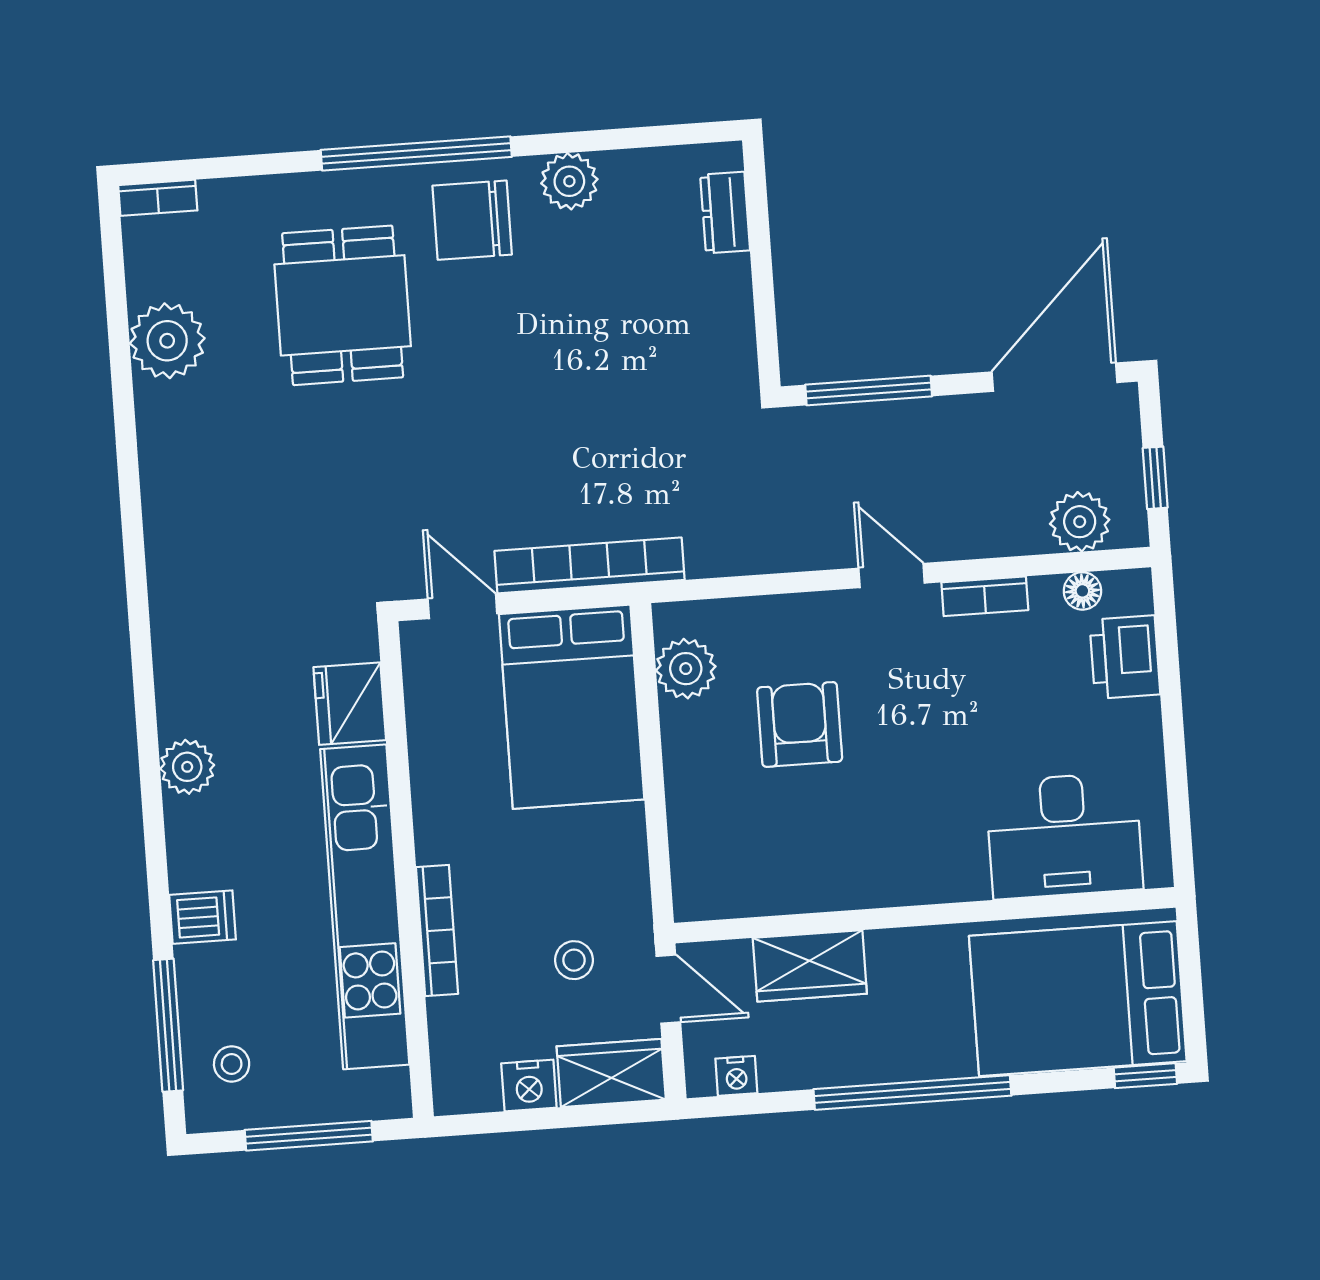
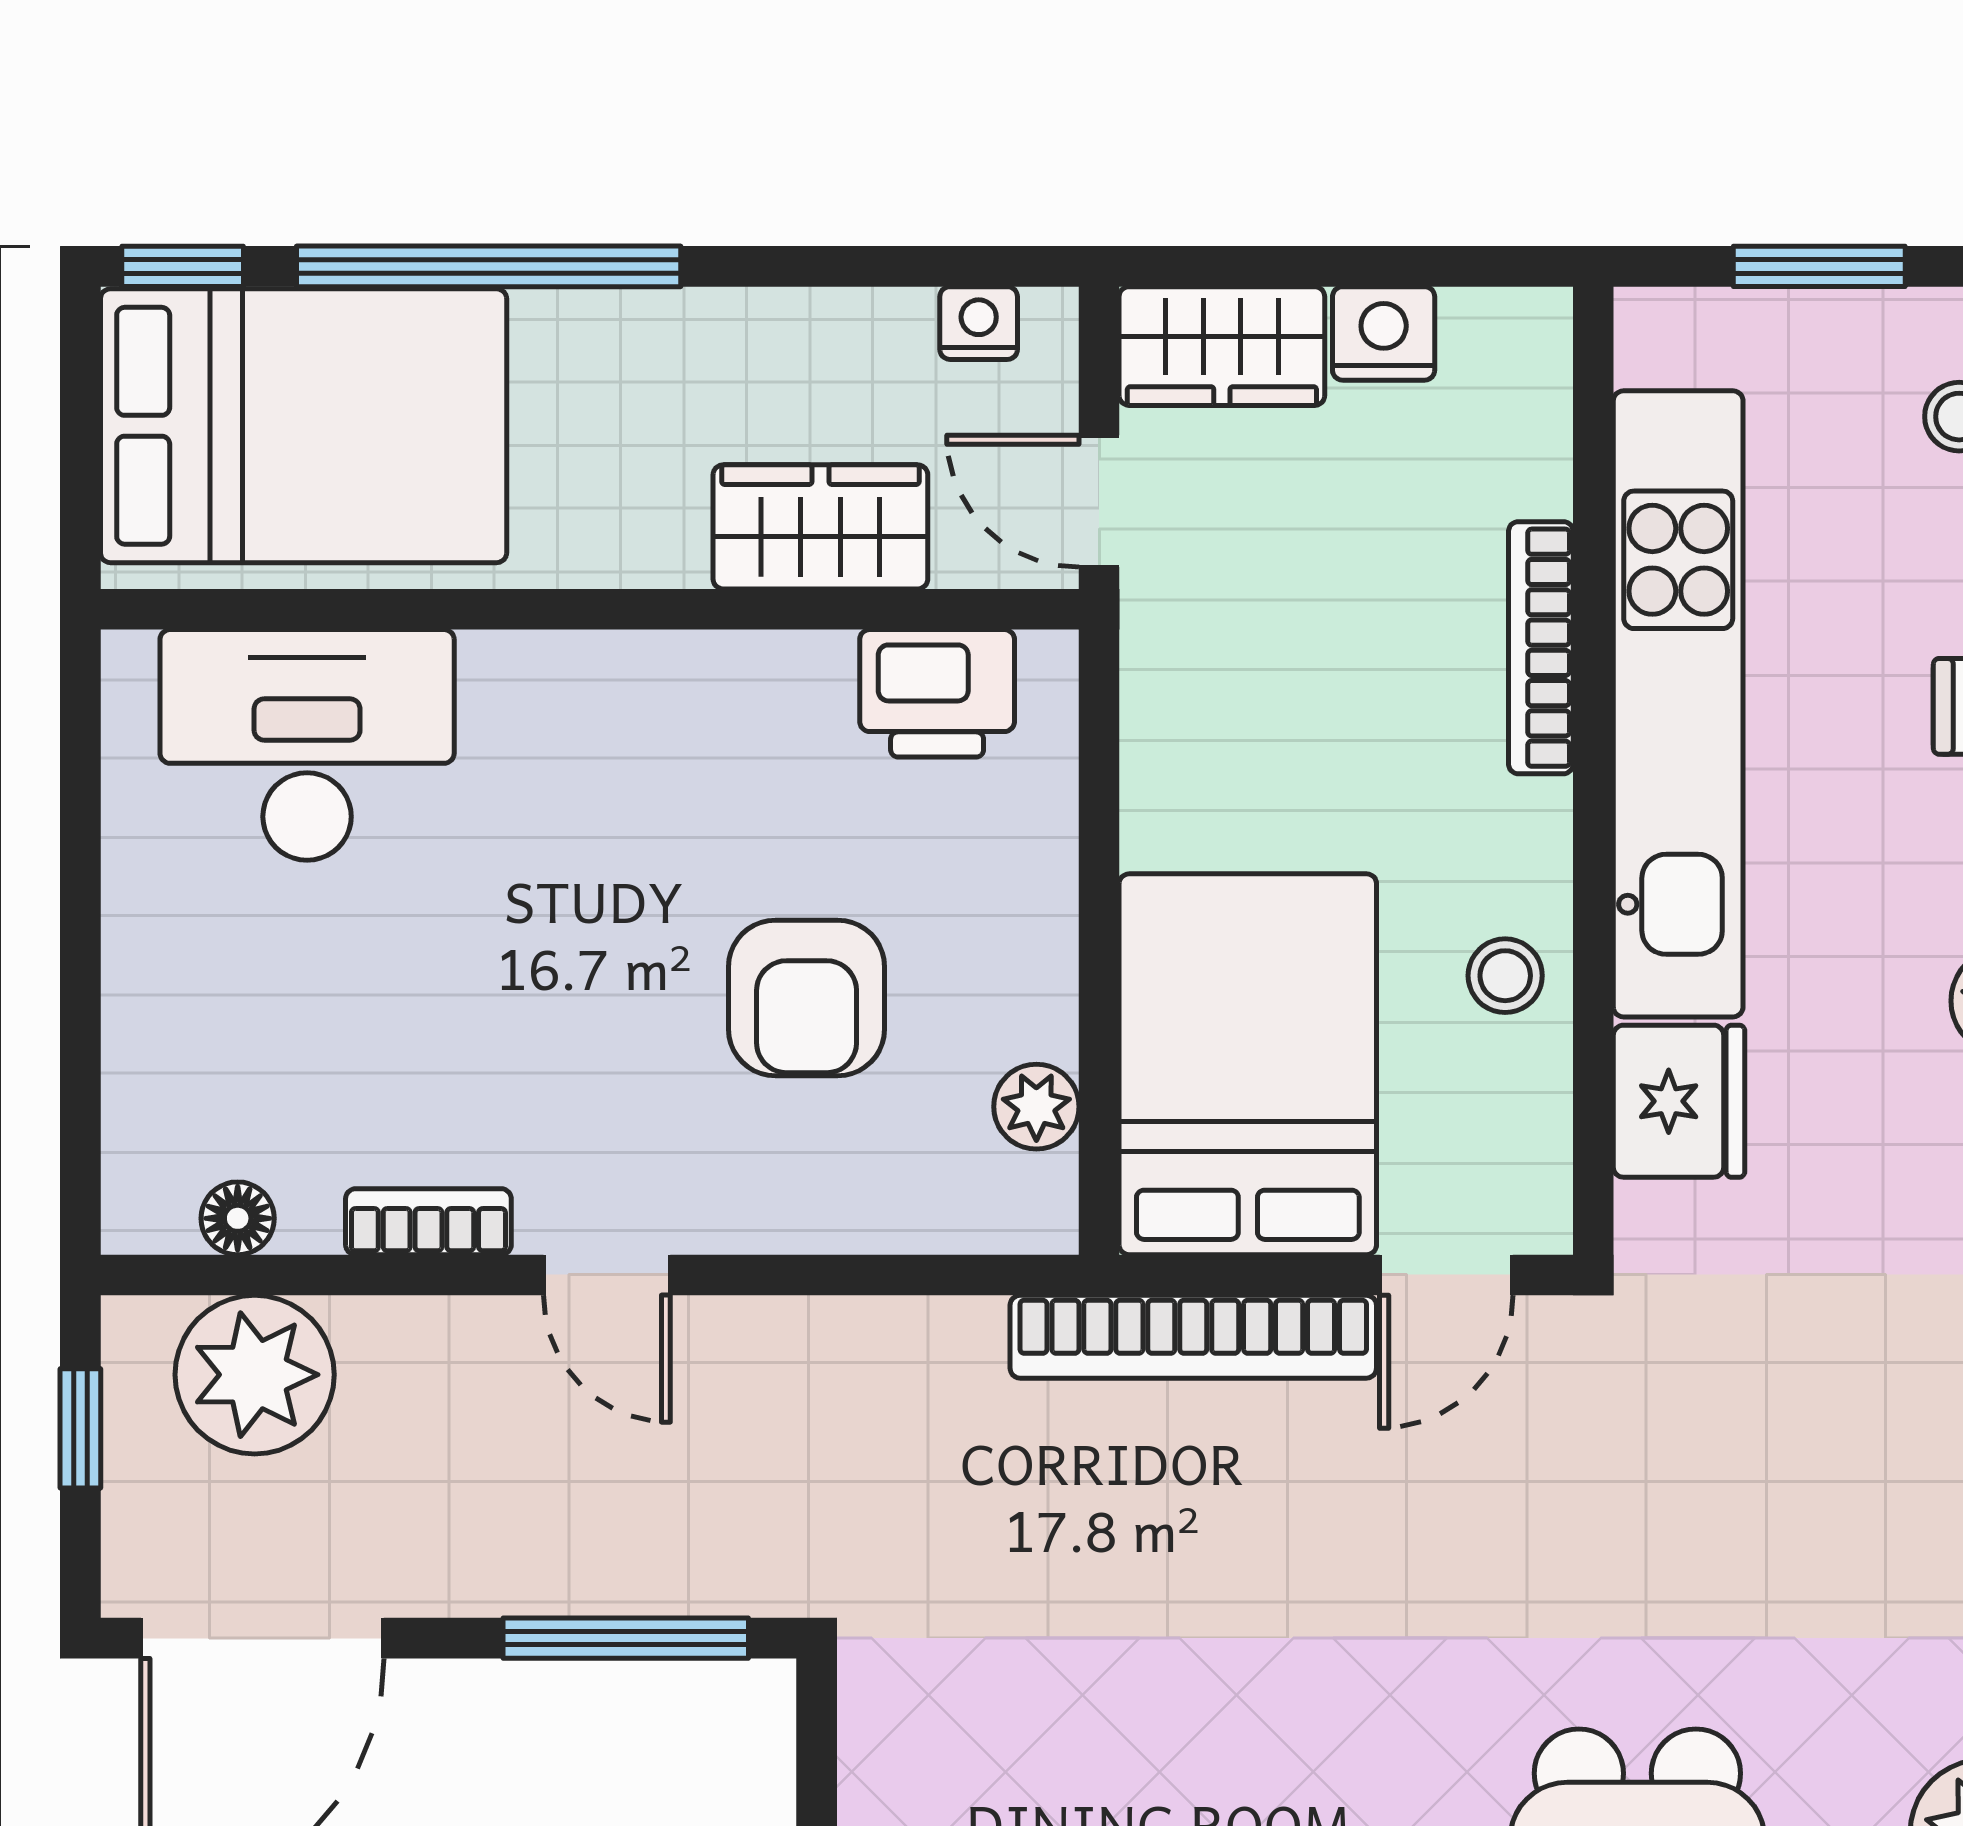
plant: (1080, 522) -> (255, 1375), width x1.36, depth x1.36
door: (462, 606) -> (1446, 1275), hinge flipped
printer: (1125, 657) -> (937, 693), moved, turned 90
plant: (686, 669) -> (1036, 1107), width x0.73, depth x0.73
stool: (574, 960) -> (1505, 976), moved
window: (912, 1092) -> (489, 266), moved
window: (309, 1136) -> (1819, 266), width x0.69

